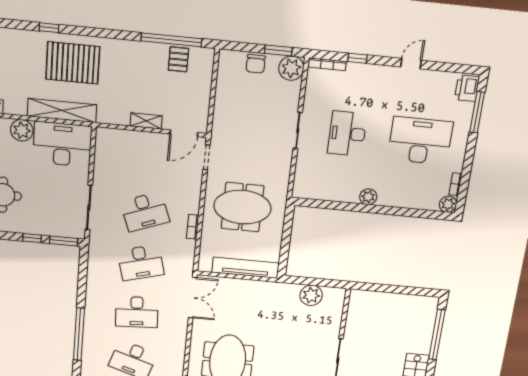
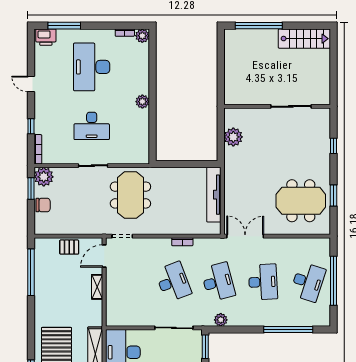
pallet: (178, 59) -> (69, 247), moved
door: (184, 133) -> (104, 256), swing flipped
meeting table: (242, 207) -> (130, 195), moved
plant: (95, 261) -> (221, 320), added

